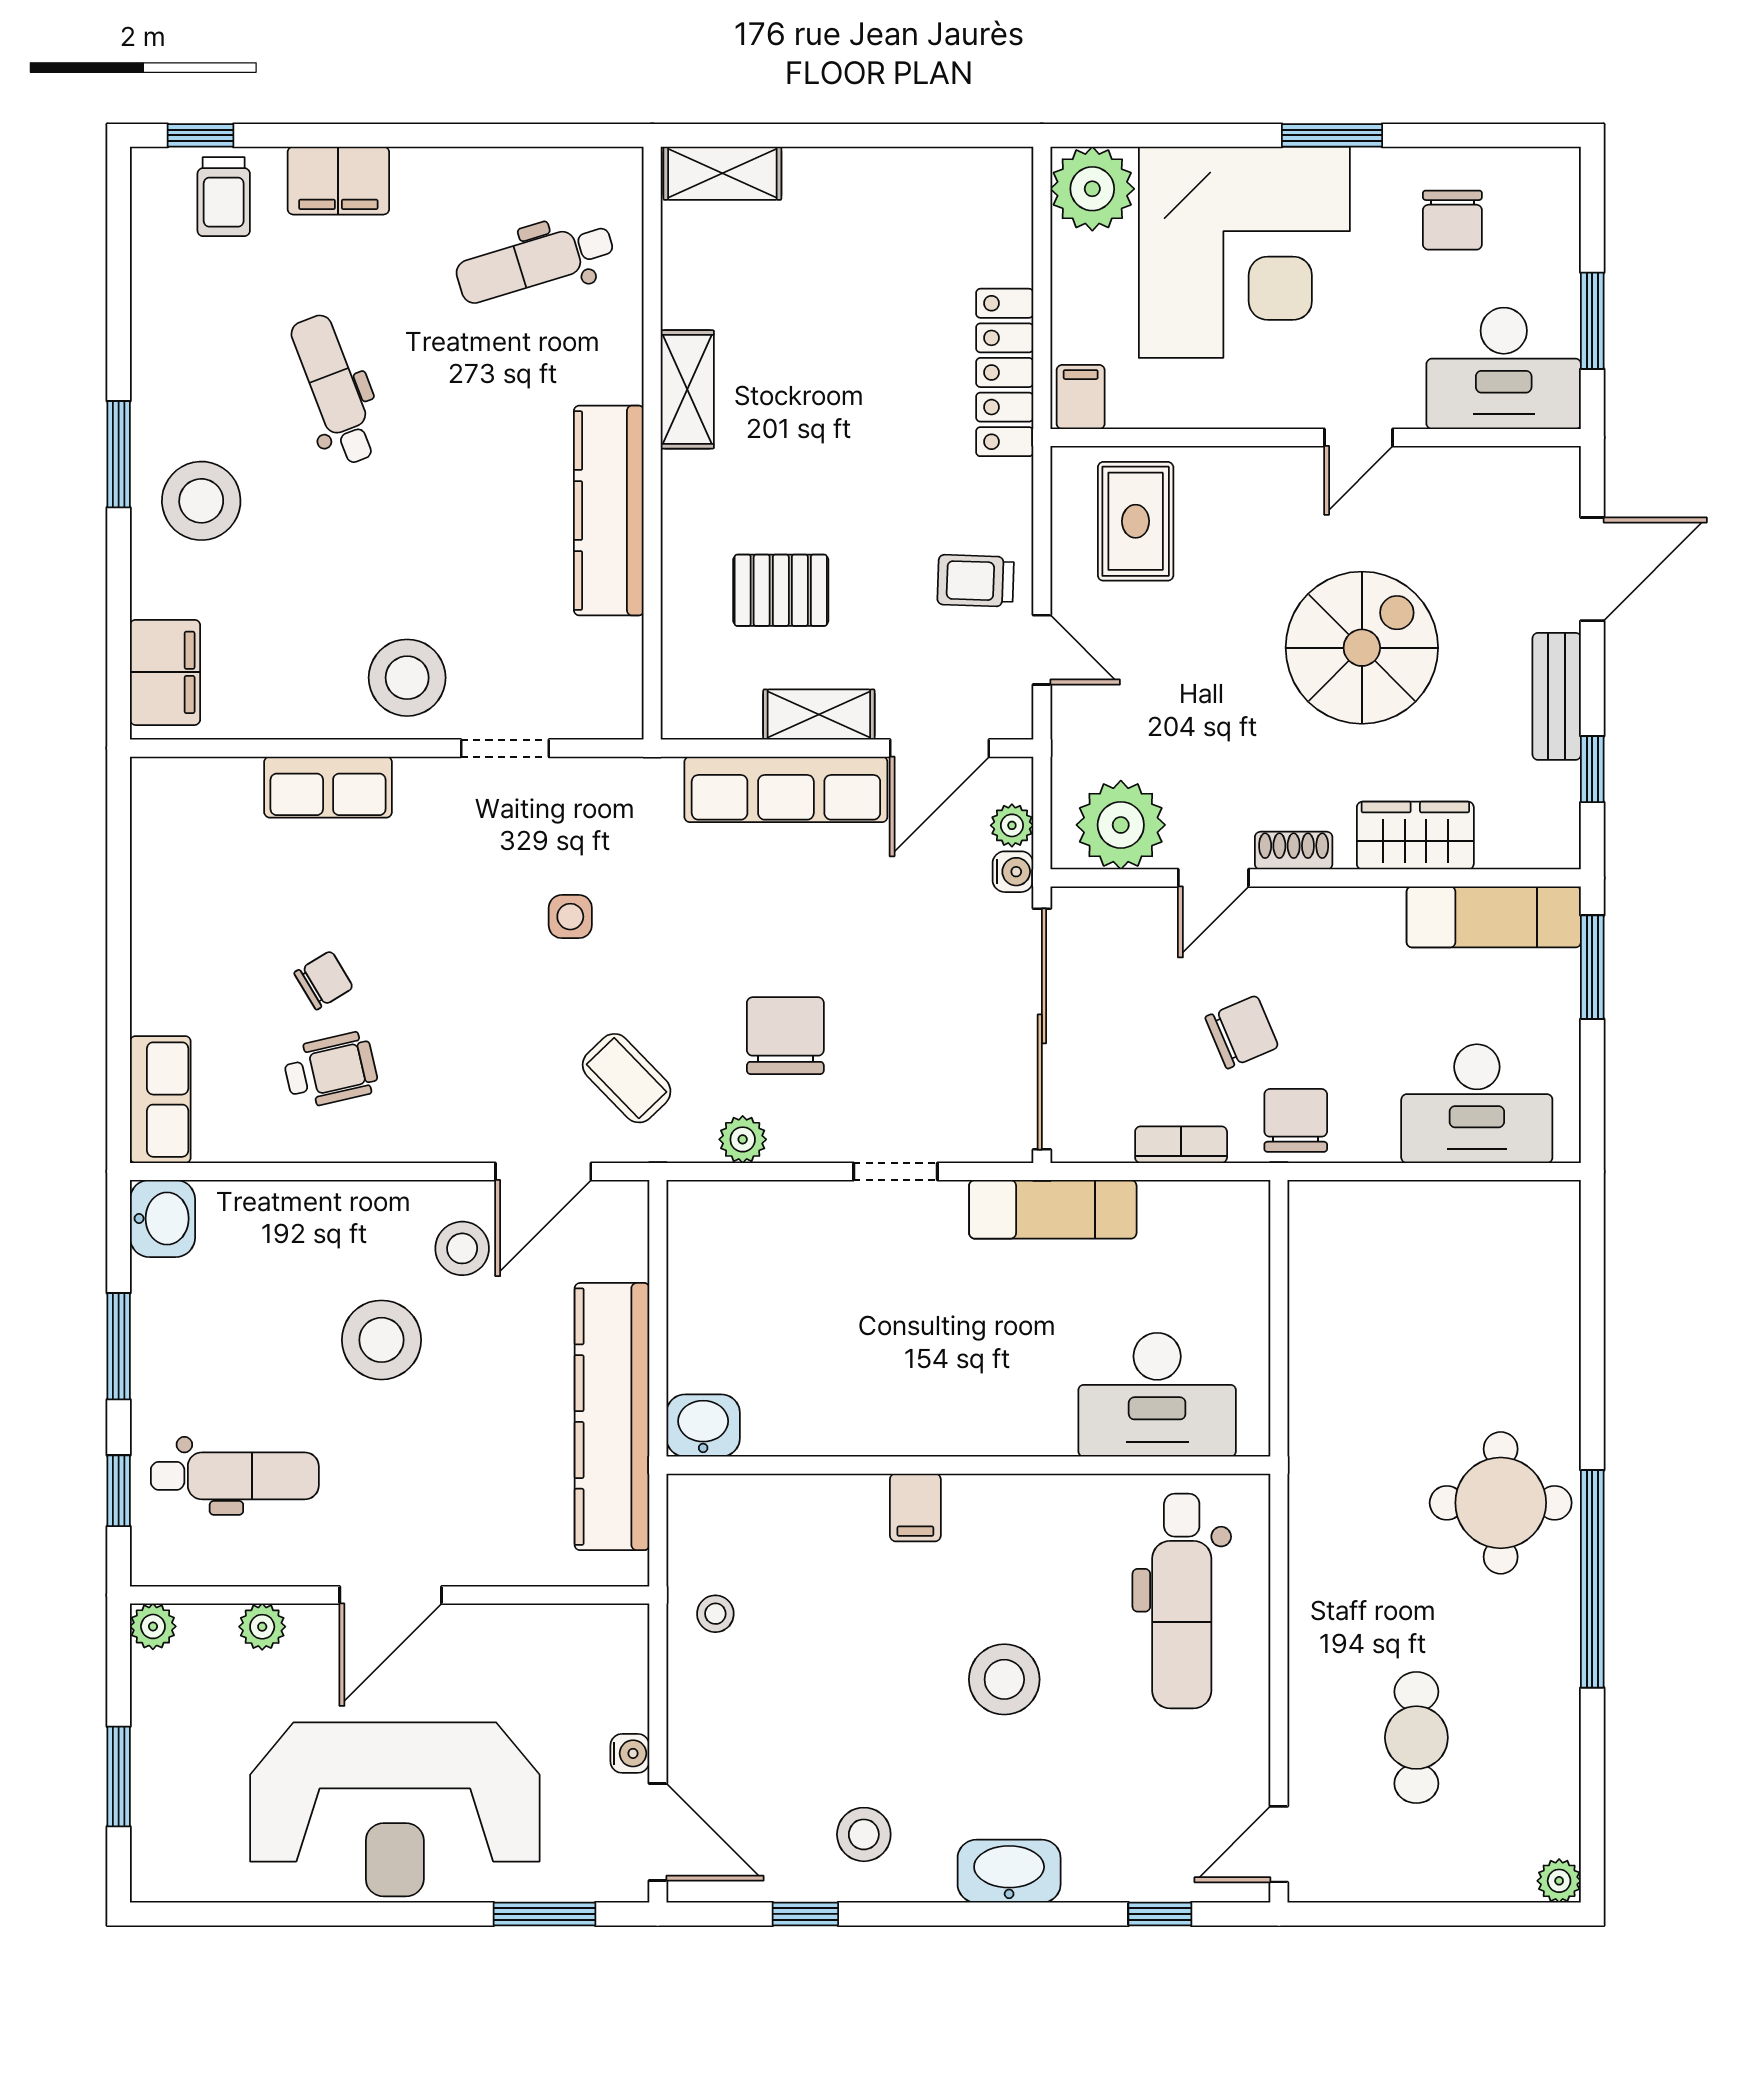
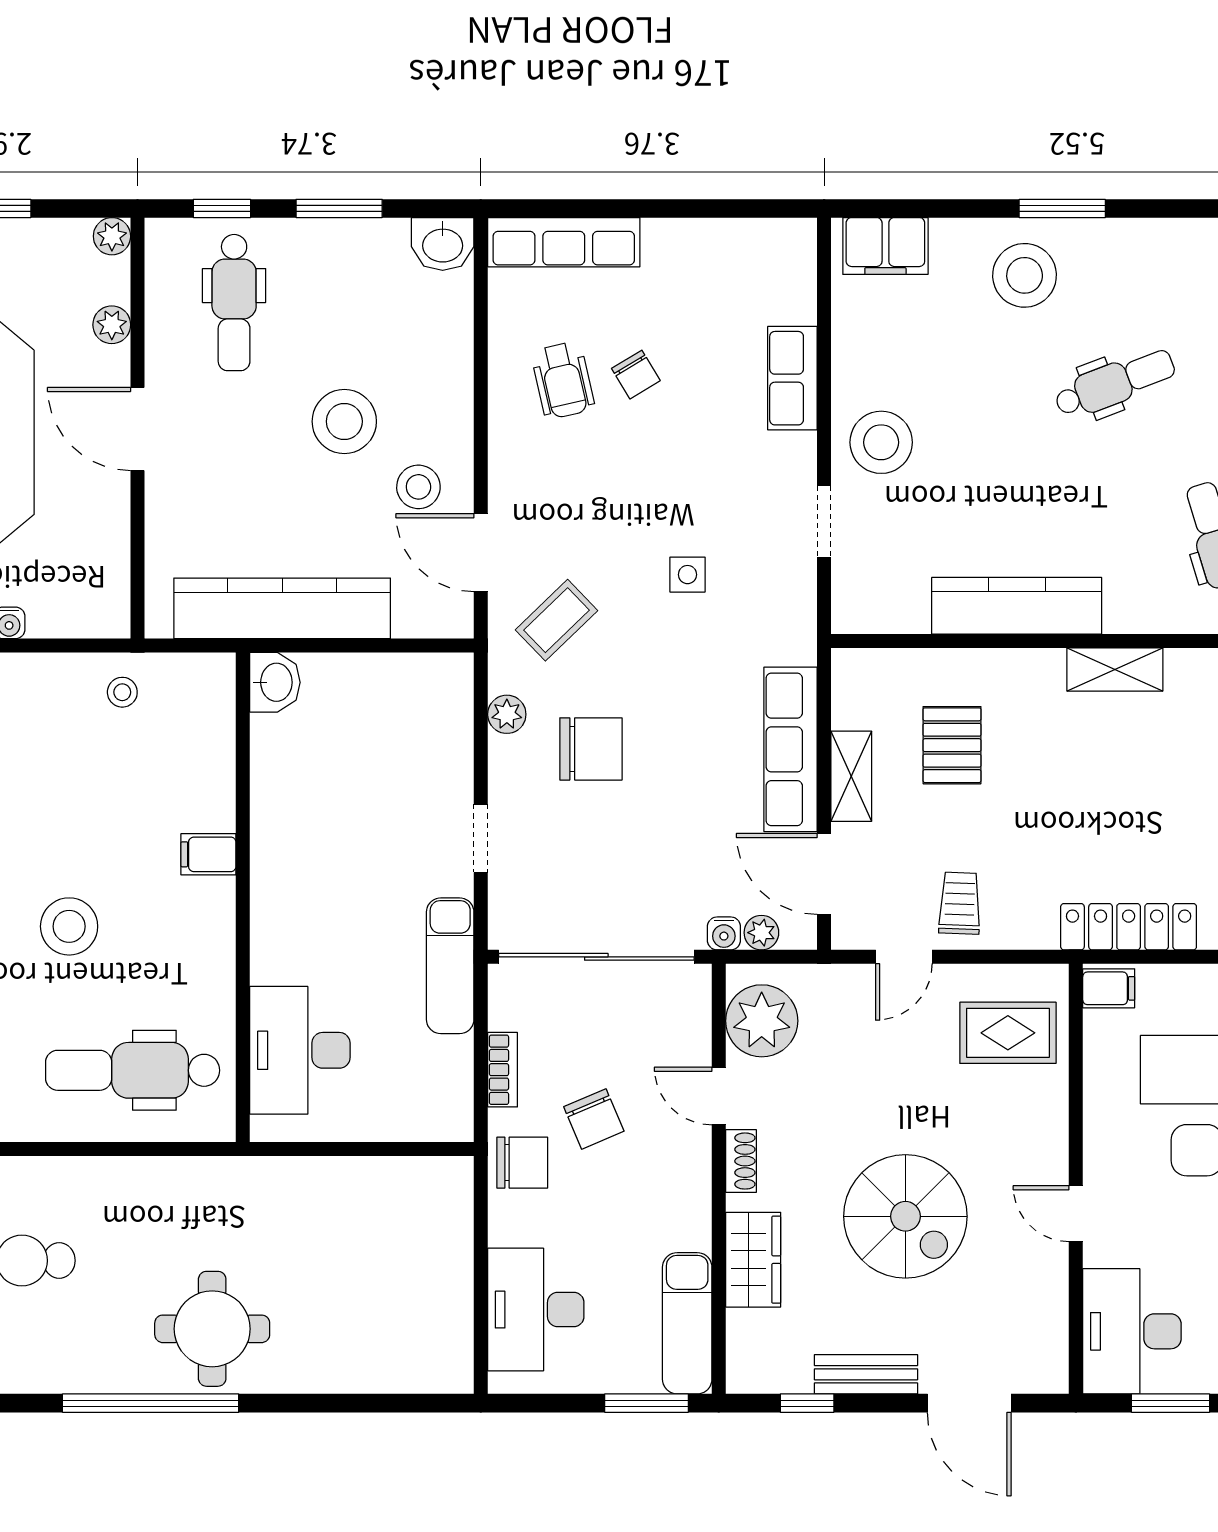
row of seats: (160, 1100) -> (564, 242), width x1.48

